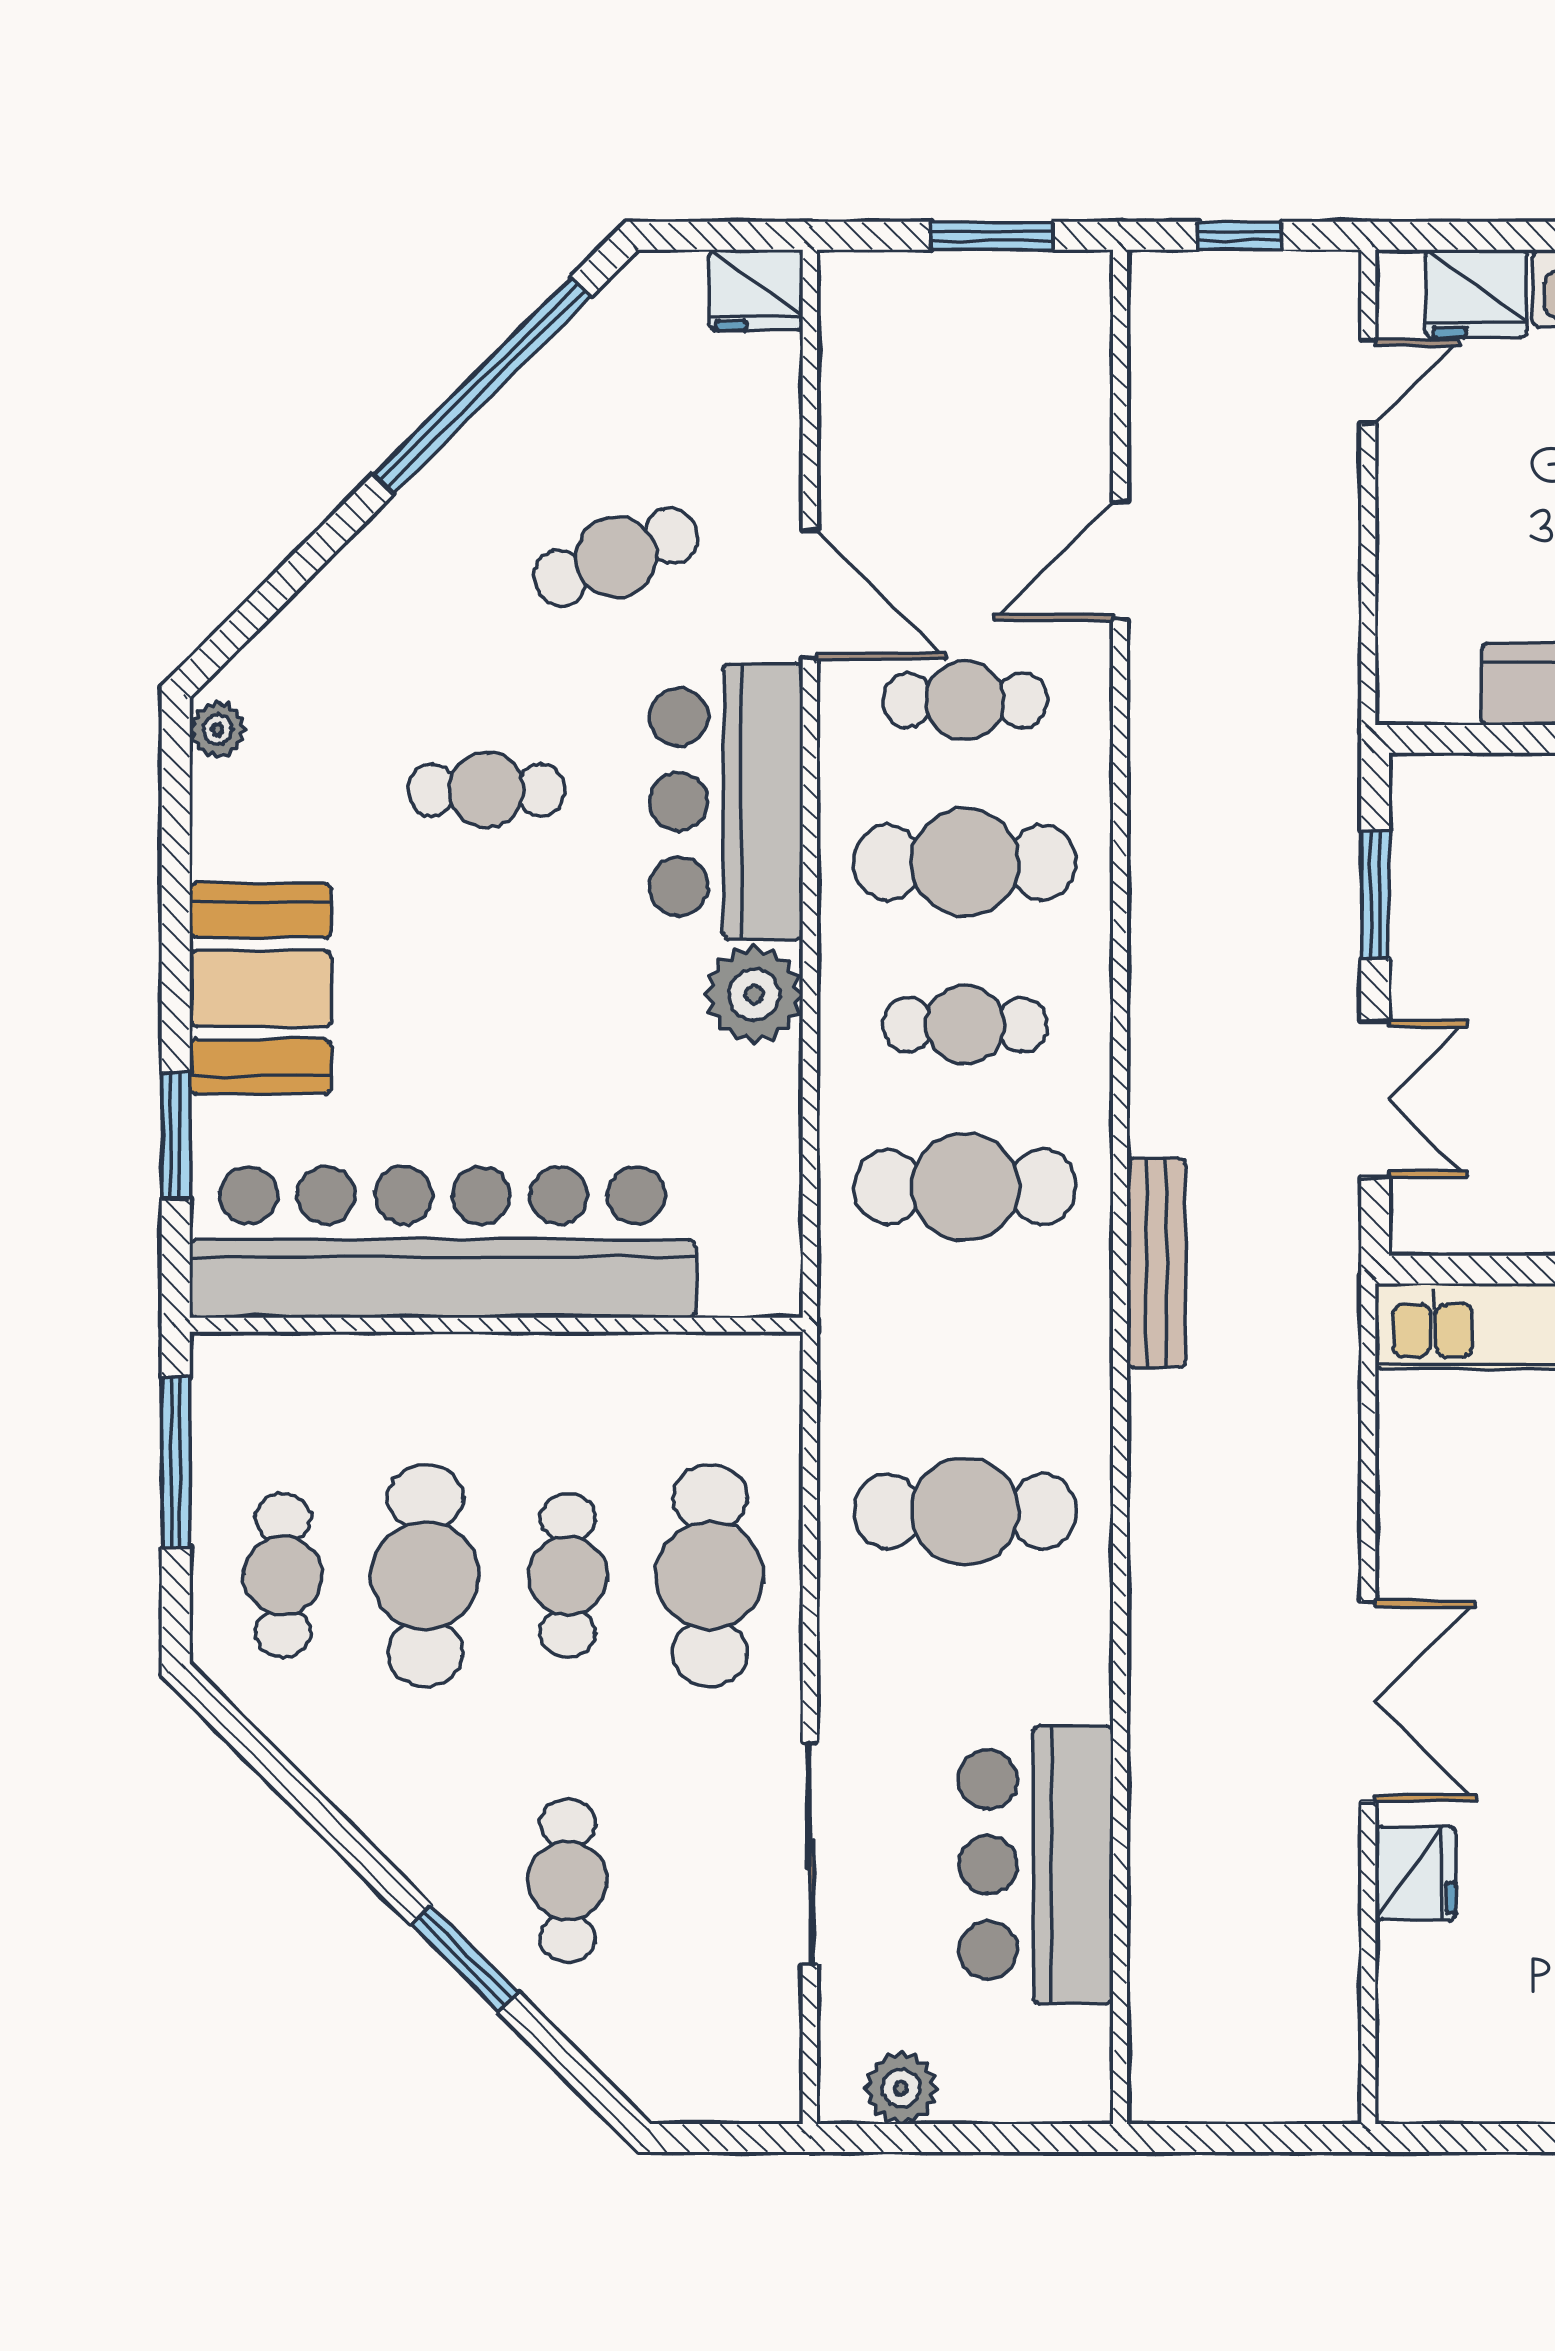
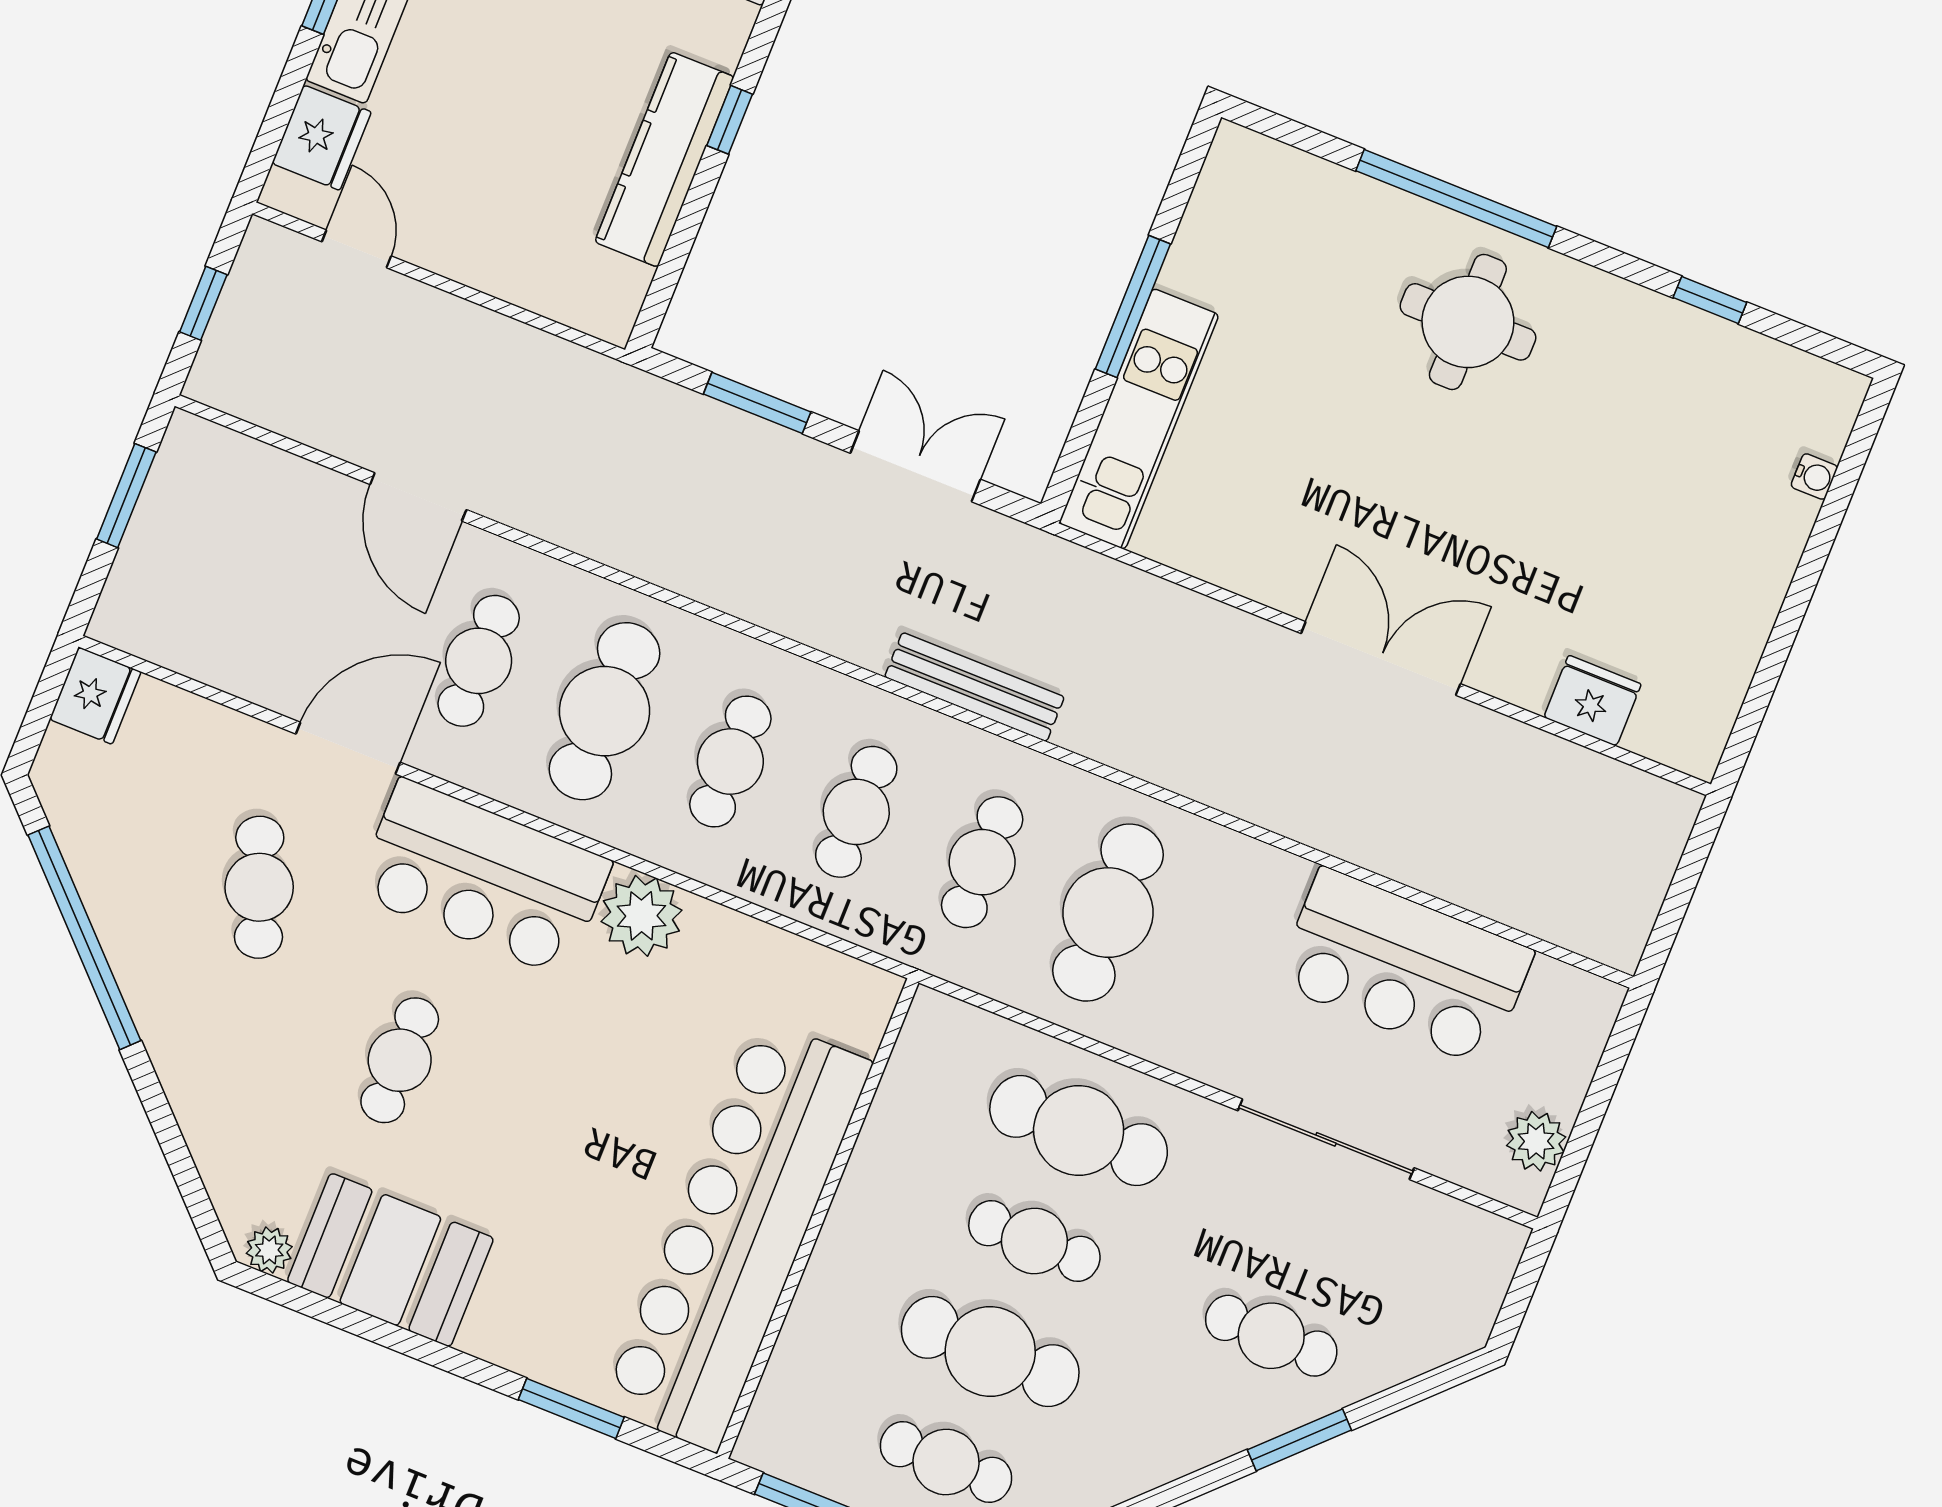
booth: (260, 989) -> (390, 1260), moved
cafe table: (965, 1187) -> (856, 812), width x0.73, depth x0.74
cafe table: (965, 1349) -> (982, 862), added
fridge: (1415, 1873) -> (1592, 701), moved

